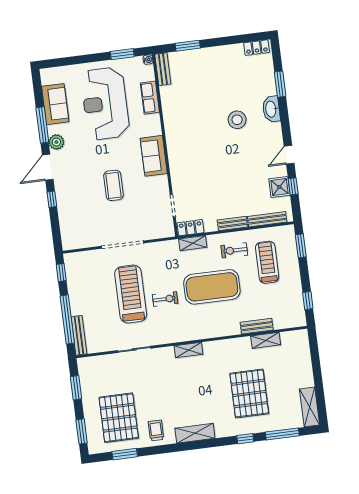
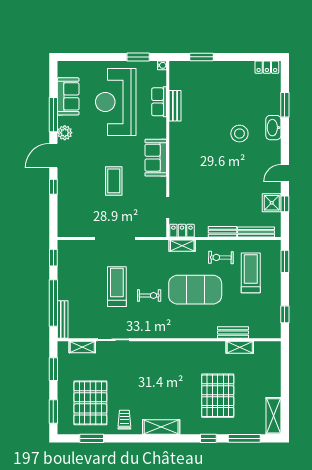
bench: (163, 69) -> (175, 106), moved
treadmill: (131, 294) -> (117, 287), width x0.73, depth x0.73
shelving: (189, 350) -> (82, 347), moved

